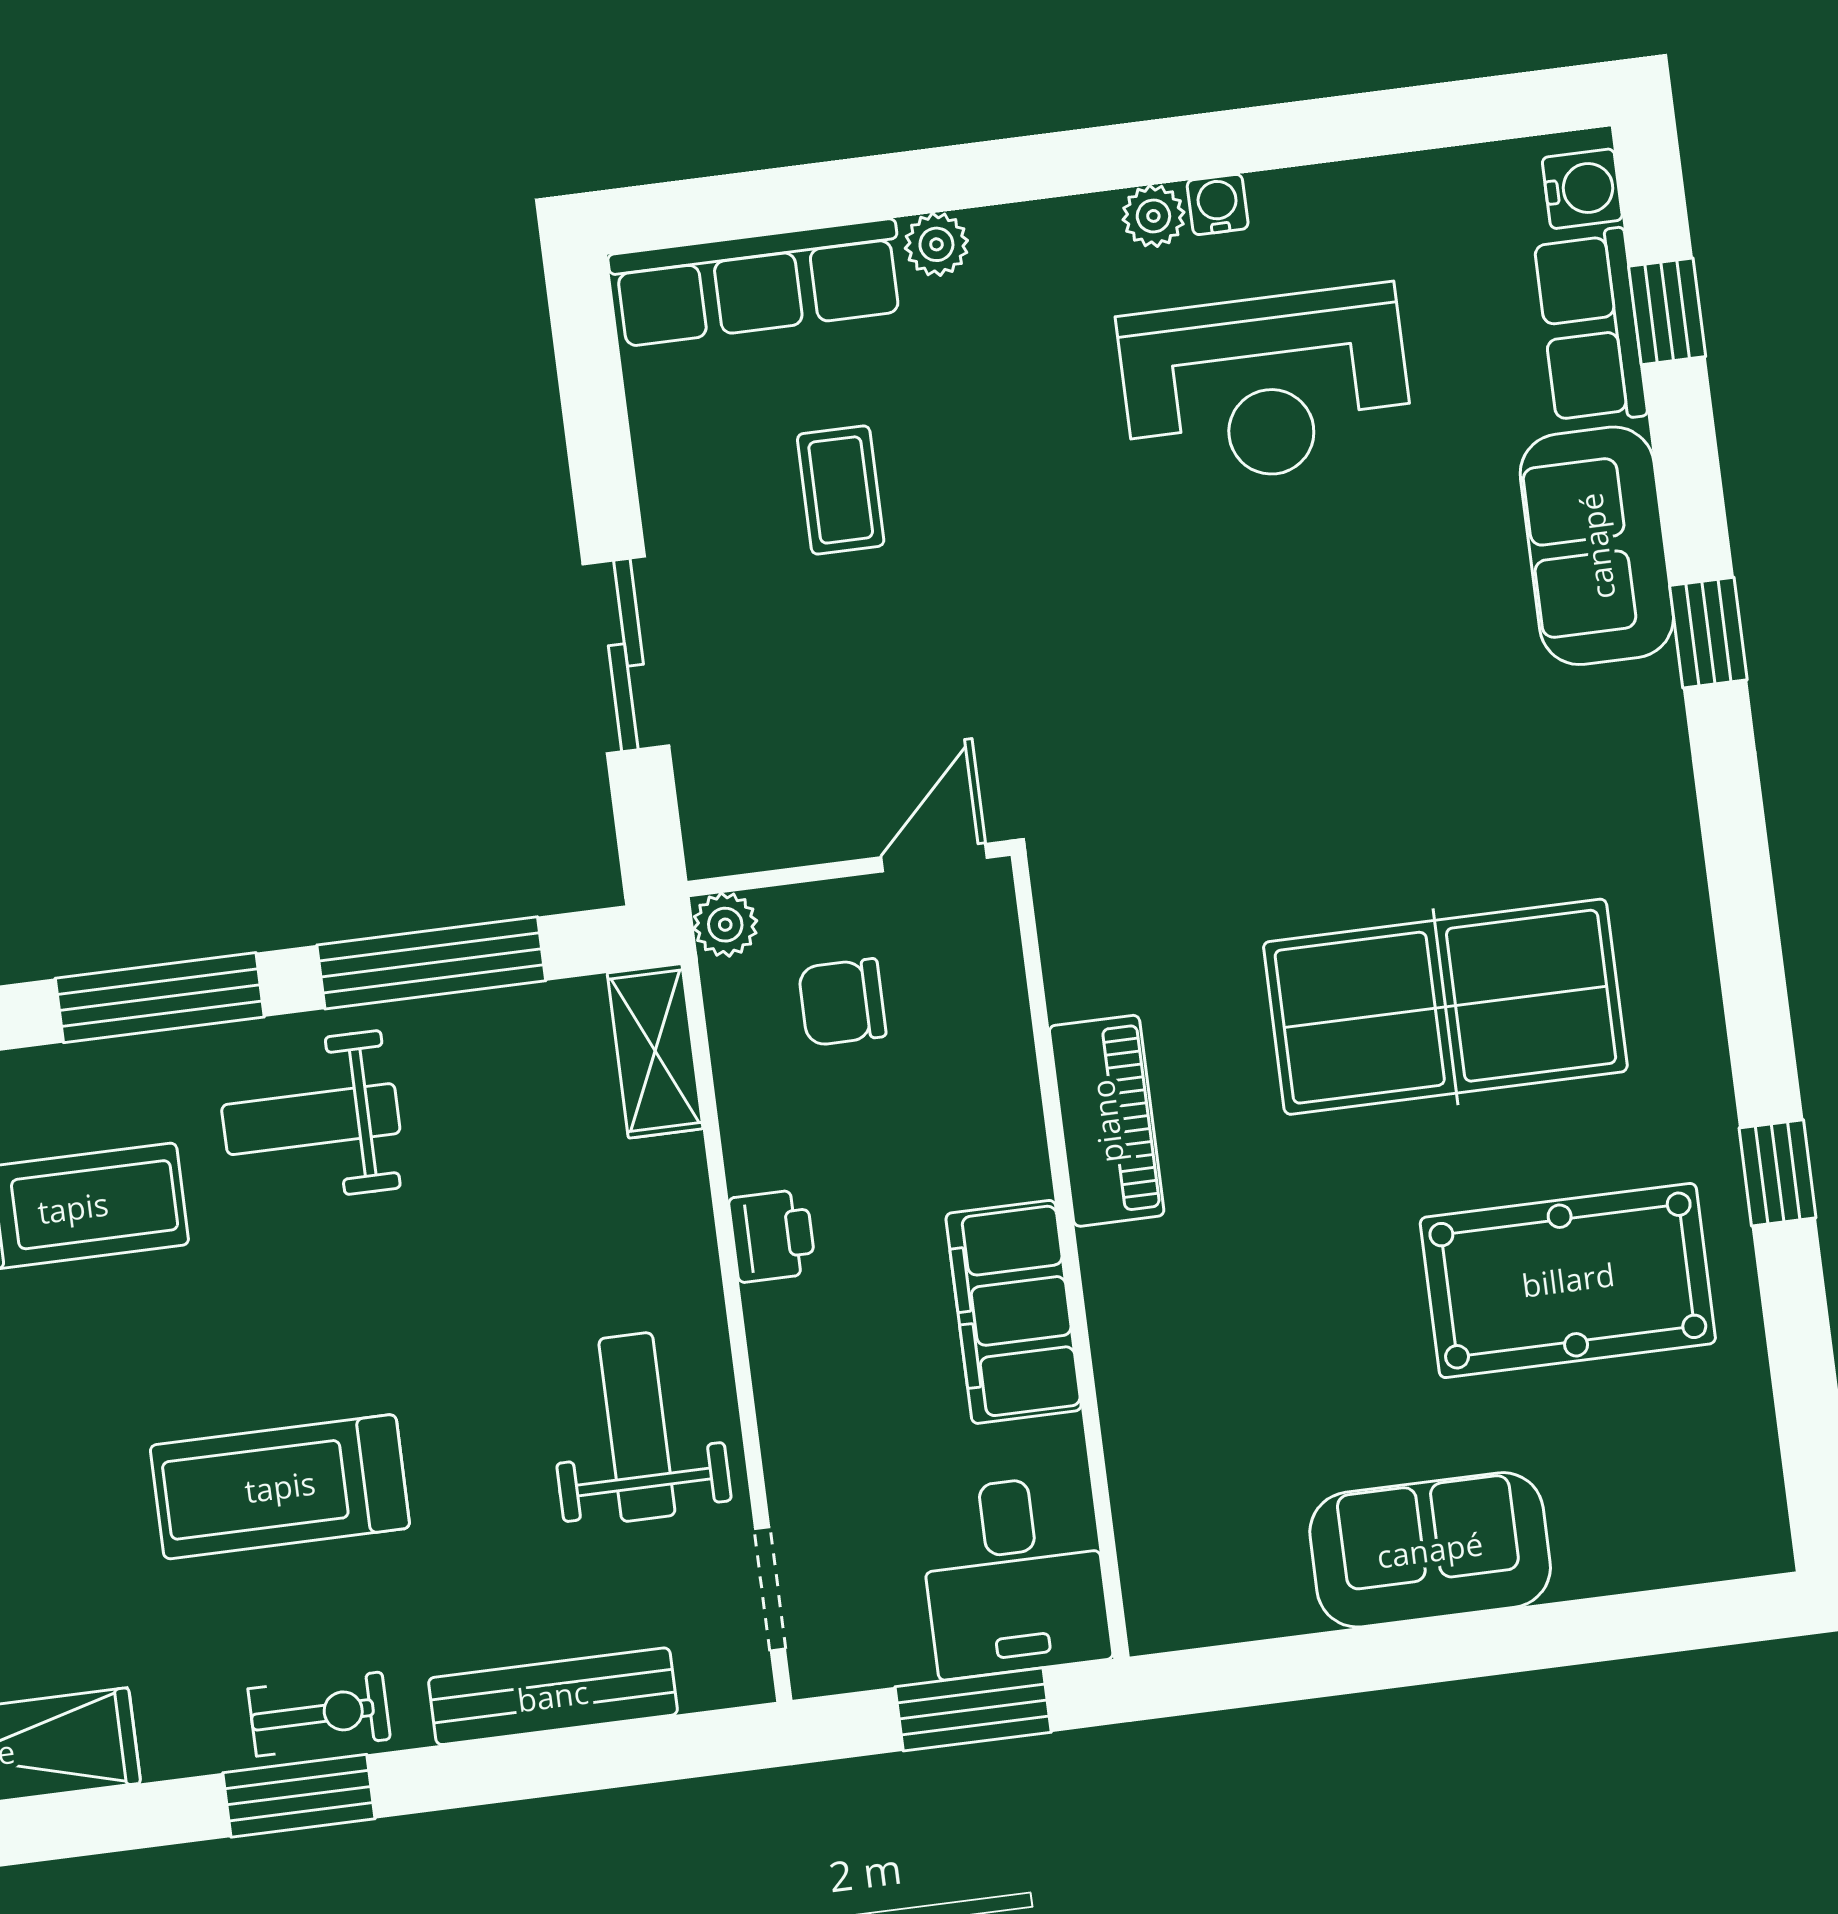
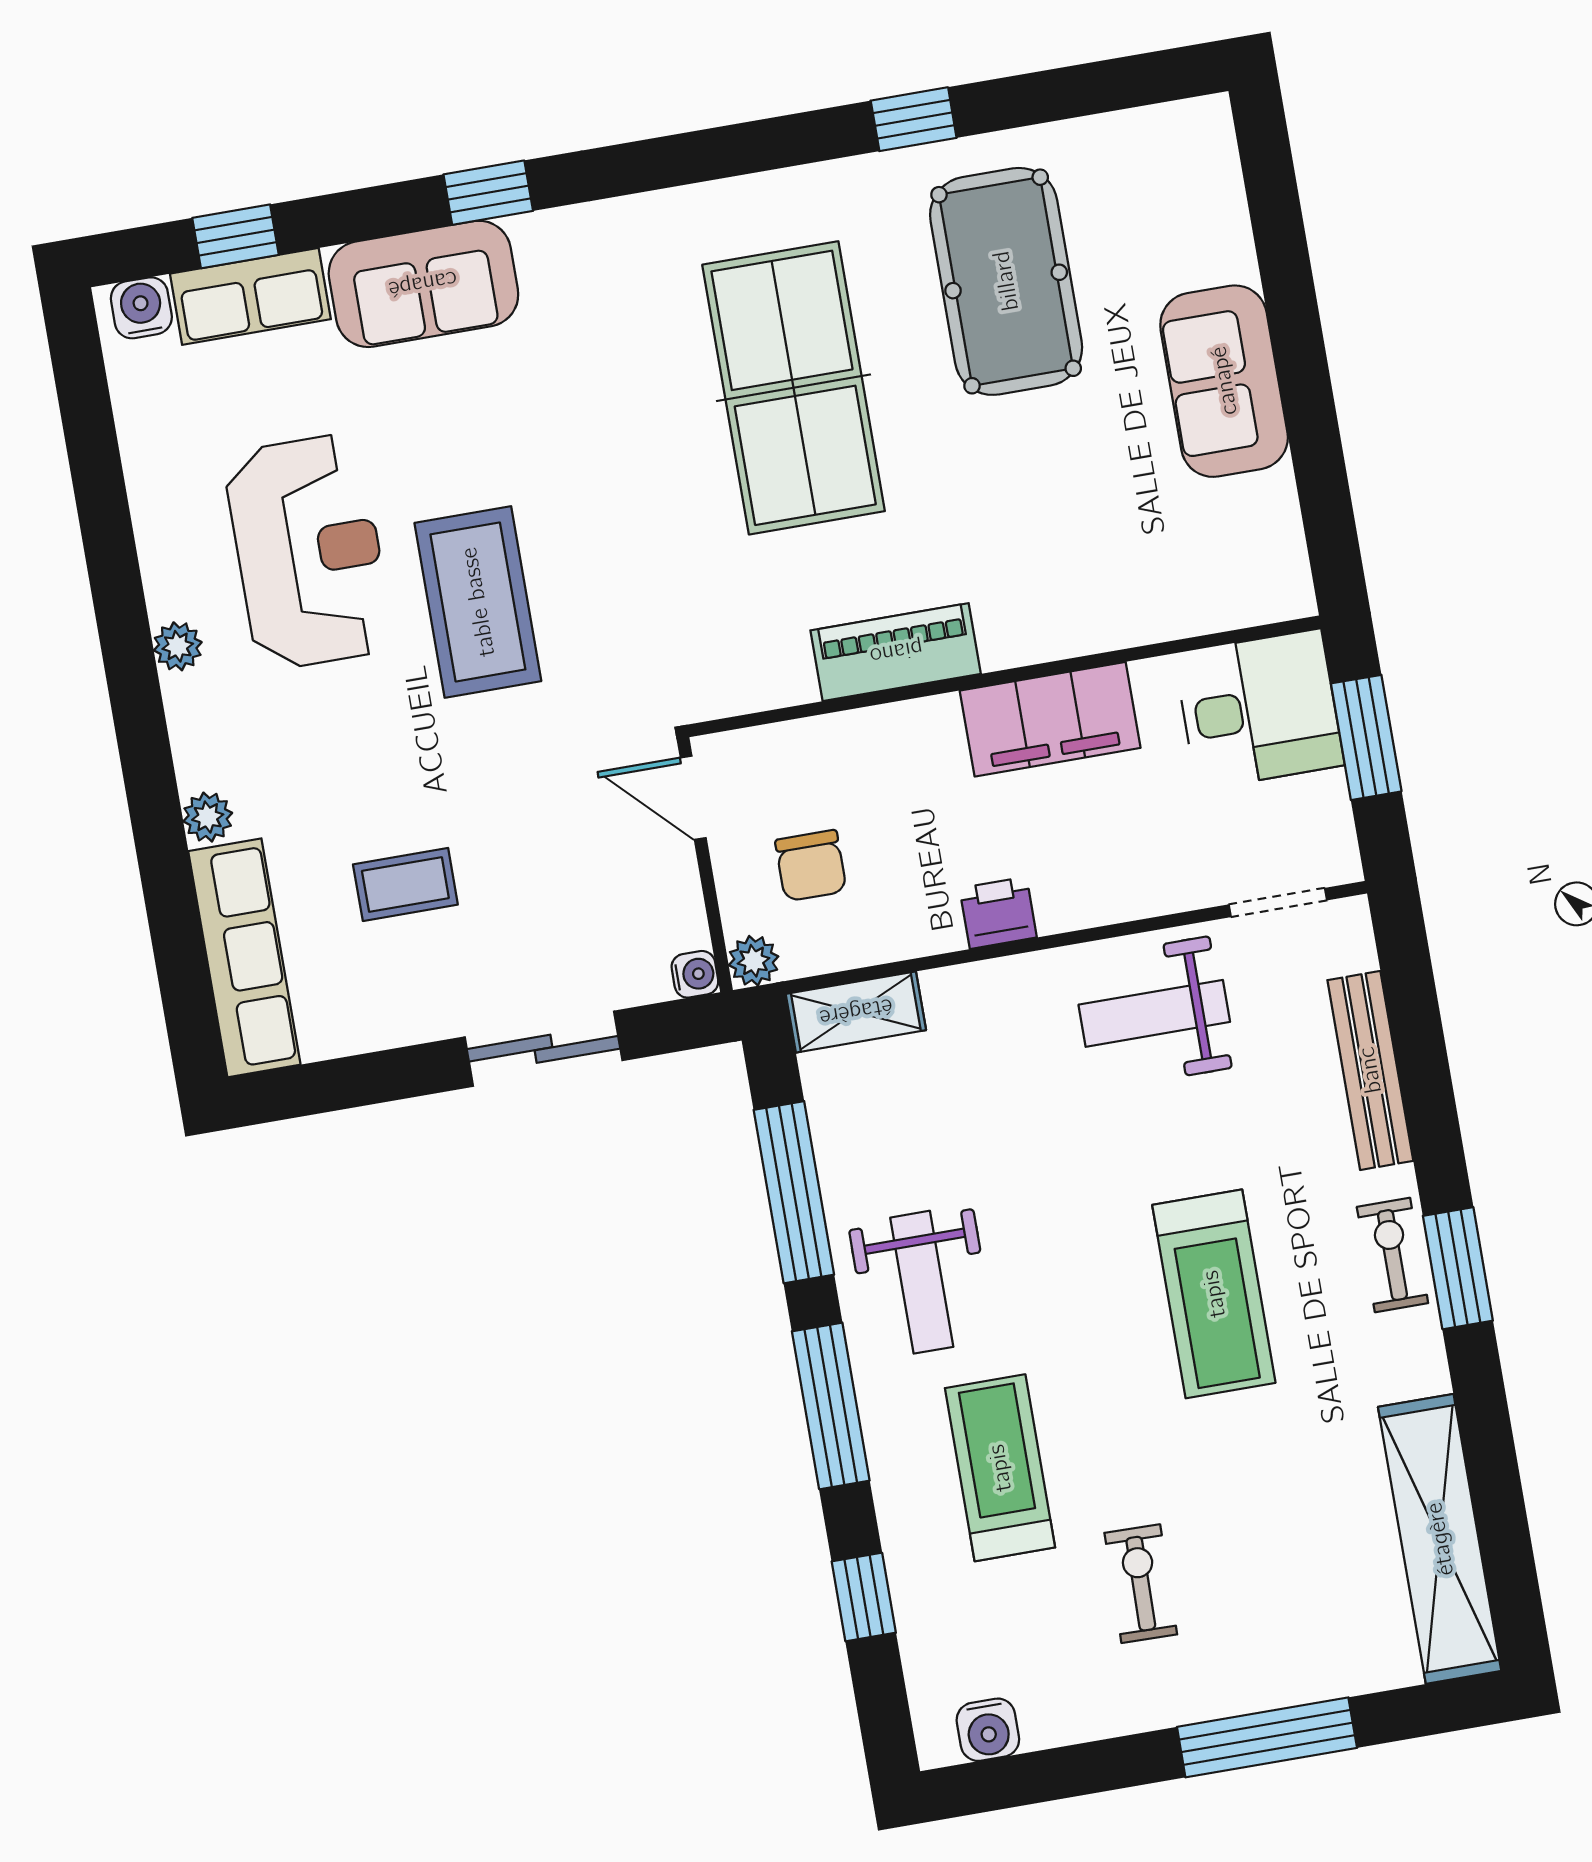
water cooler: (1218, 205) -> (695, 974), moved, turned 180
coffee table: (1193, 597) -> (478, 602), added

